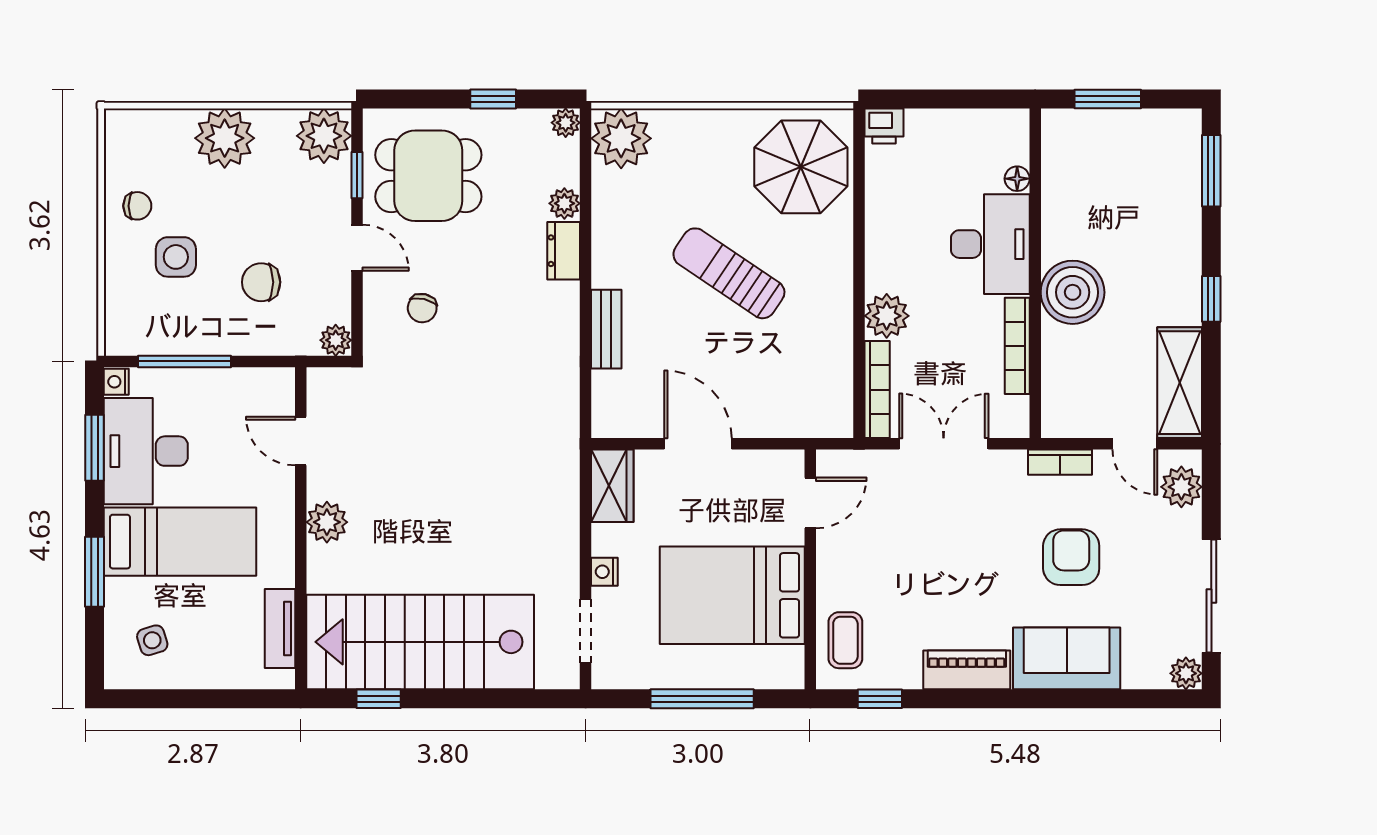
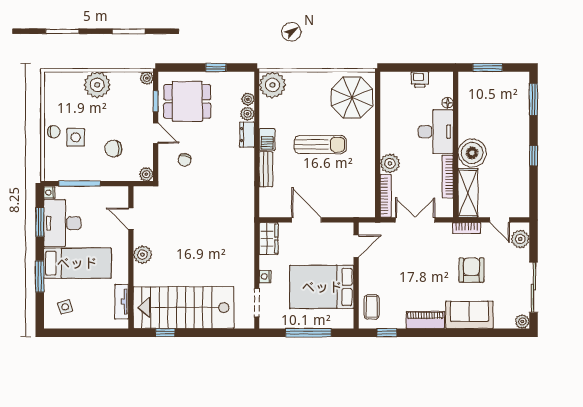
plant: (566, 123) -> (248, 99), moved
printer: (884, 126) -> (420, 79), moved
plant: (324, 136) -> (147, 78), width x0.53, depth x0.53
chair: (137, 206) -> (54, 132), moved
barbecue: (609, 262) -> (267, 139), added
sun lounger: (729, 273) -> (320, 145), turned 146
shelving: (1180, 383) -> (468, 193), moved

